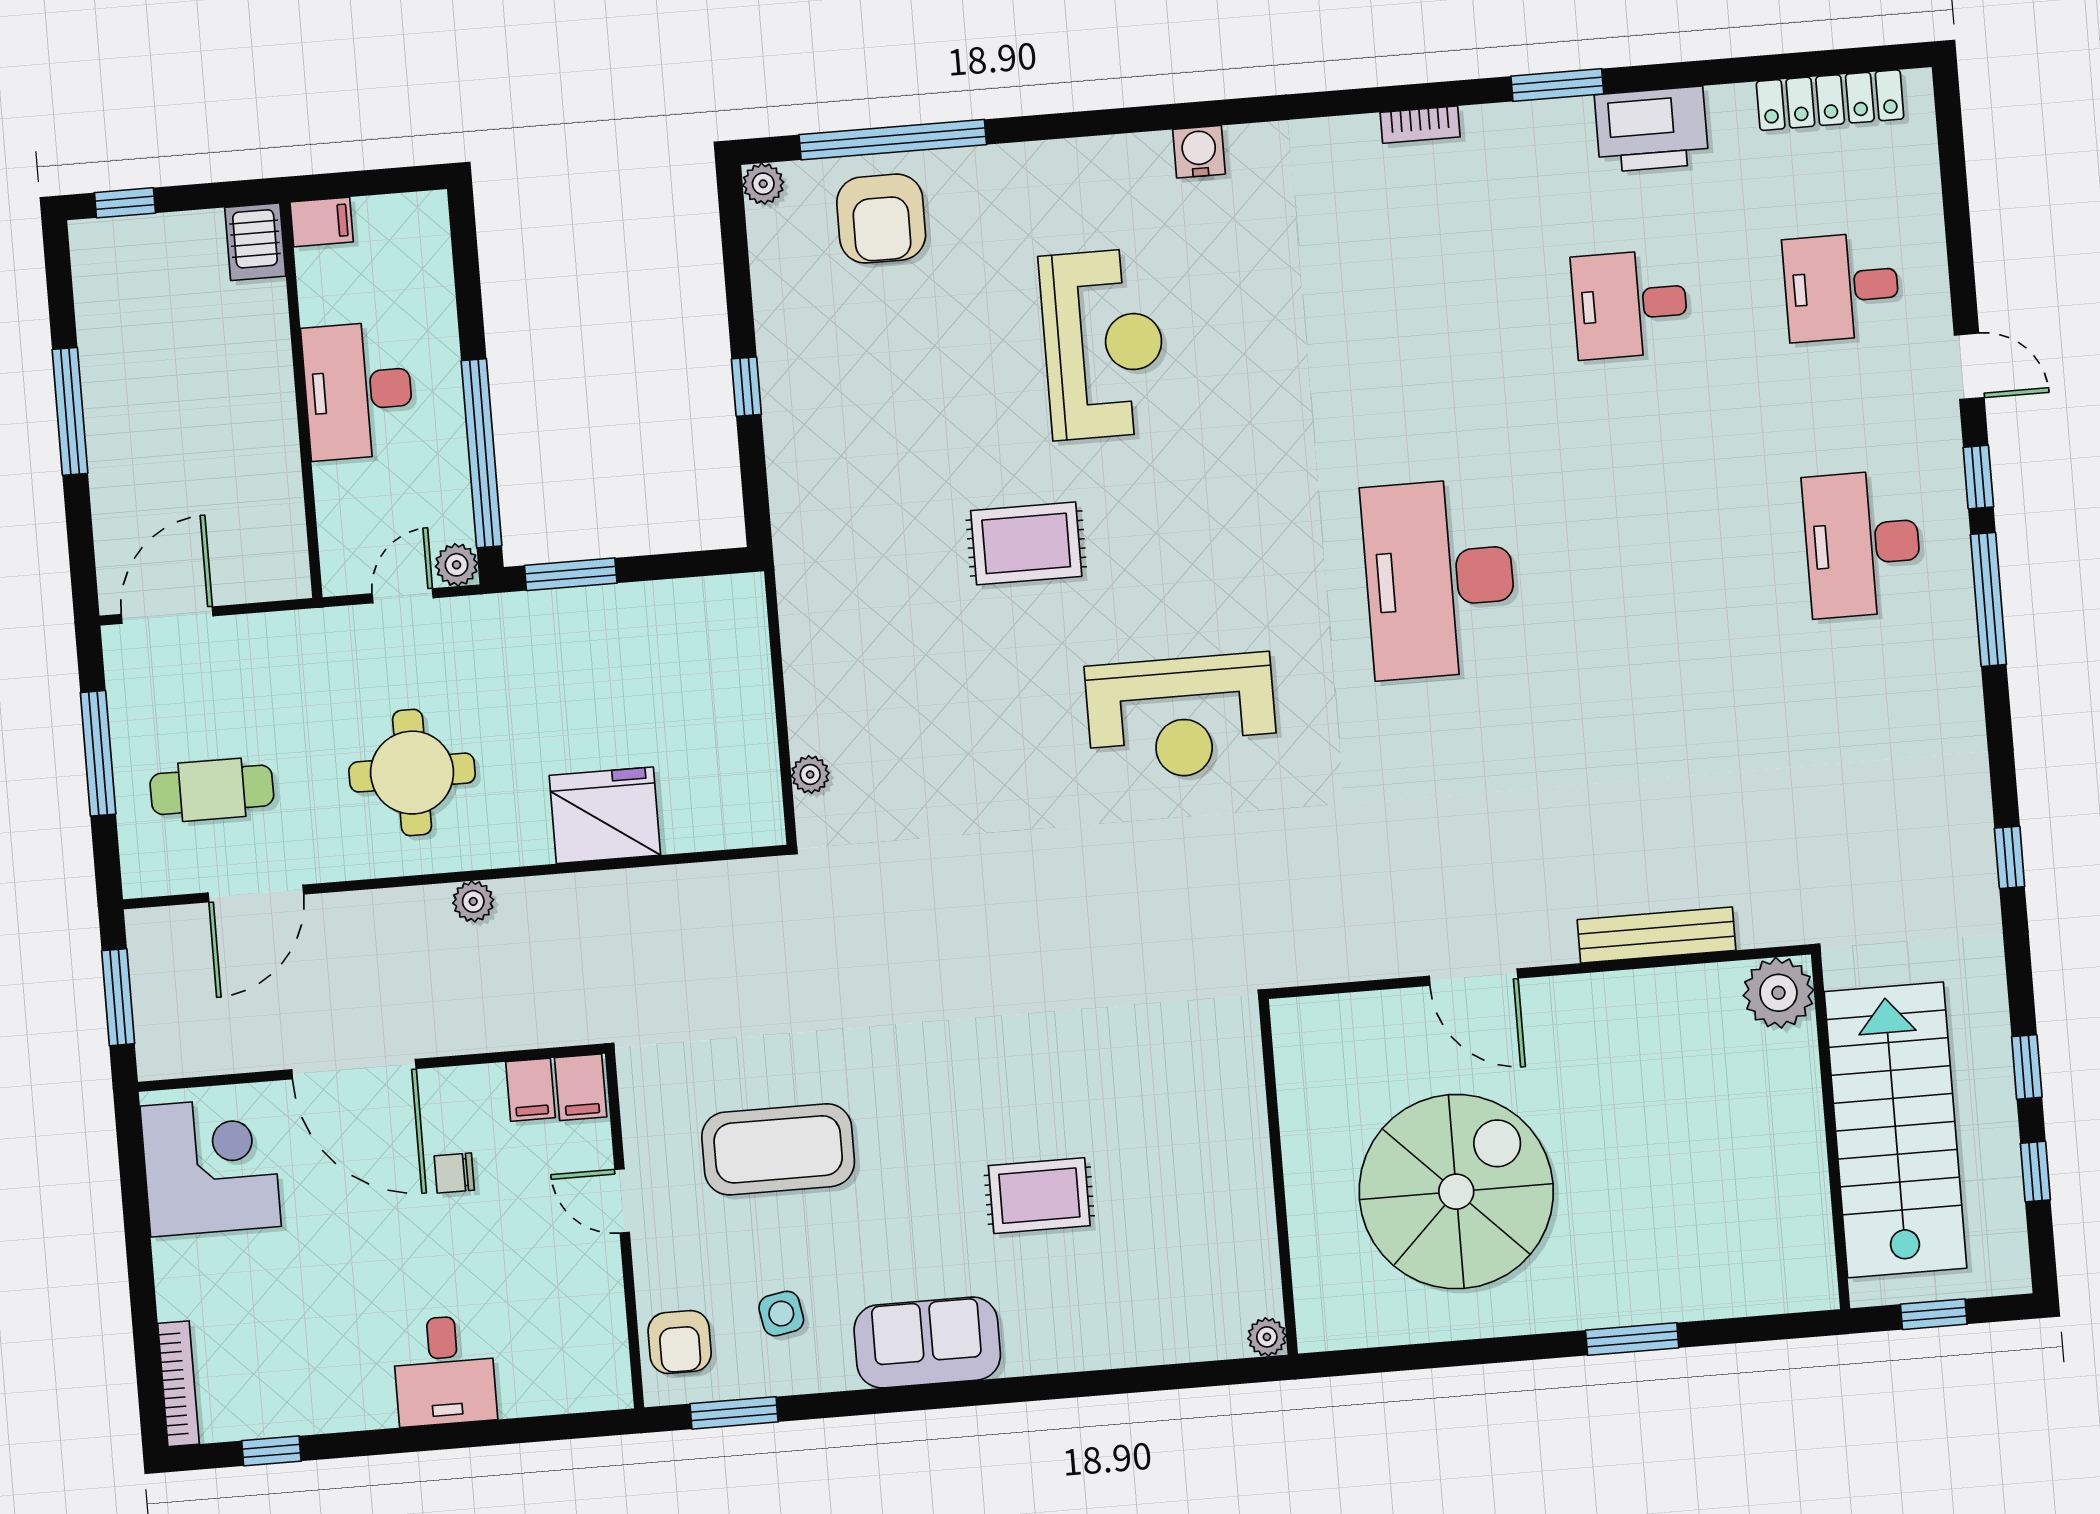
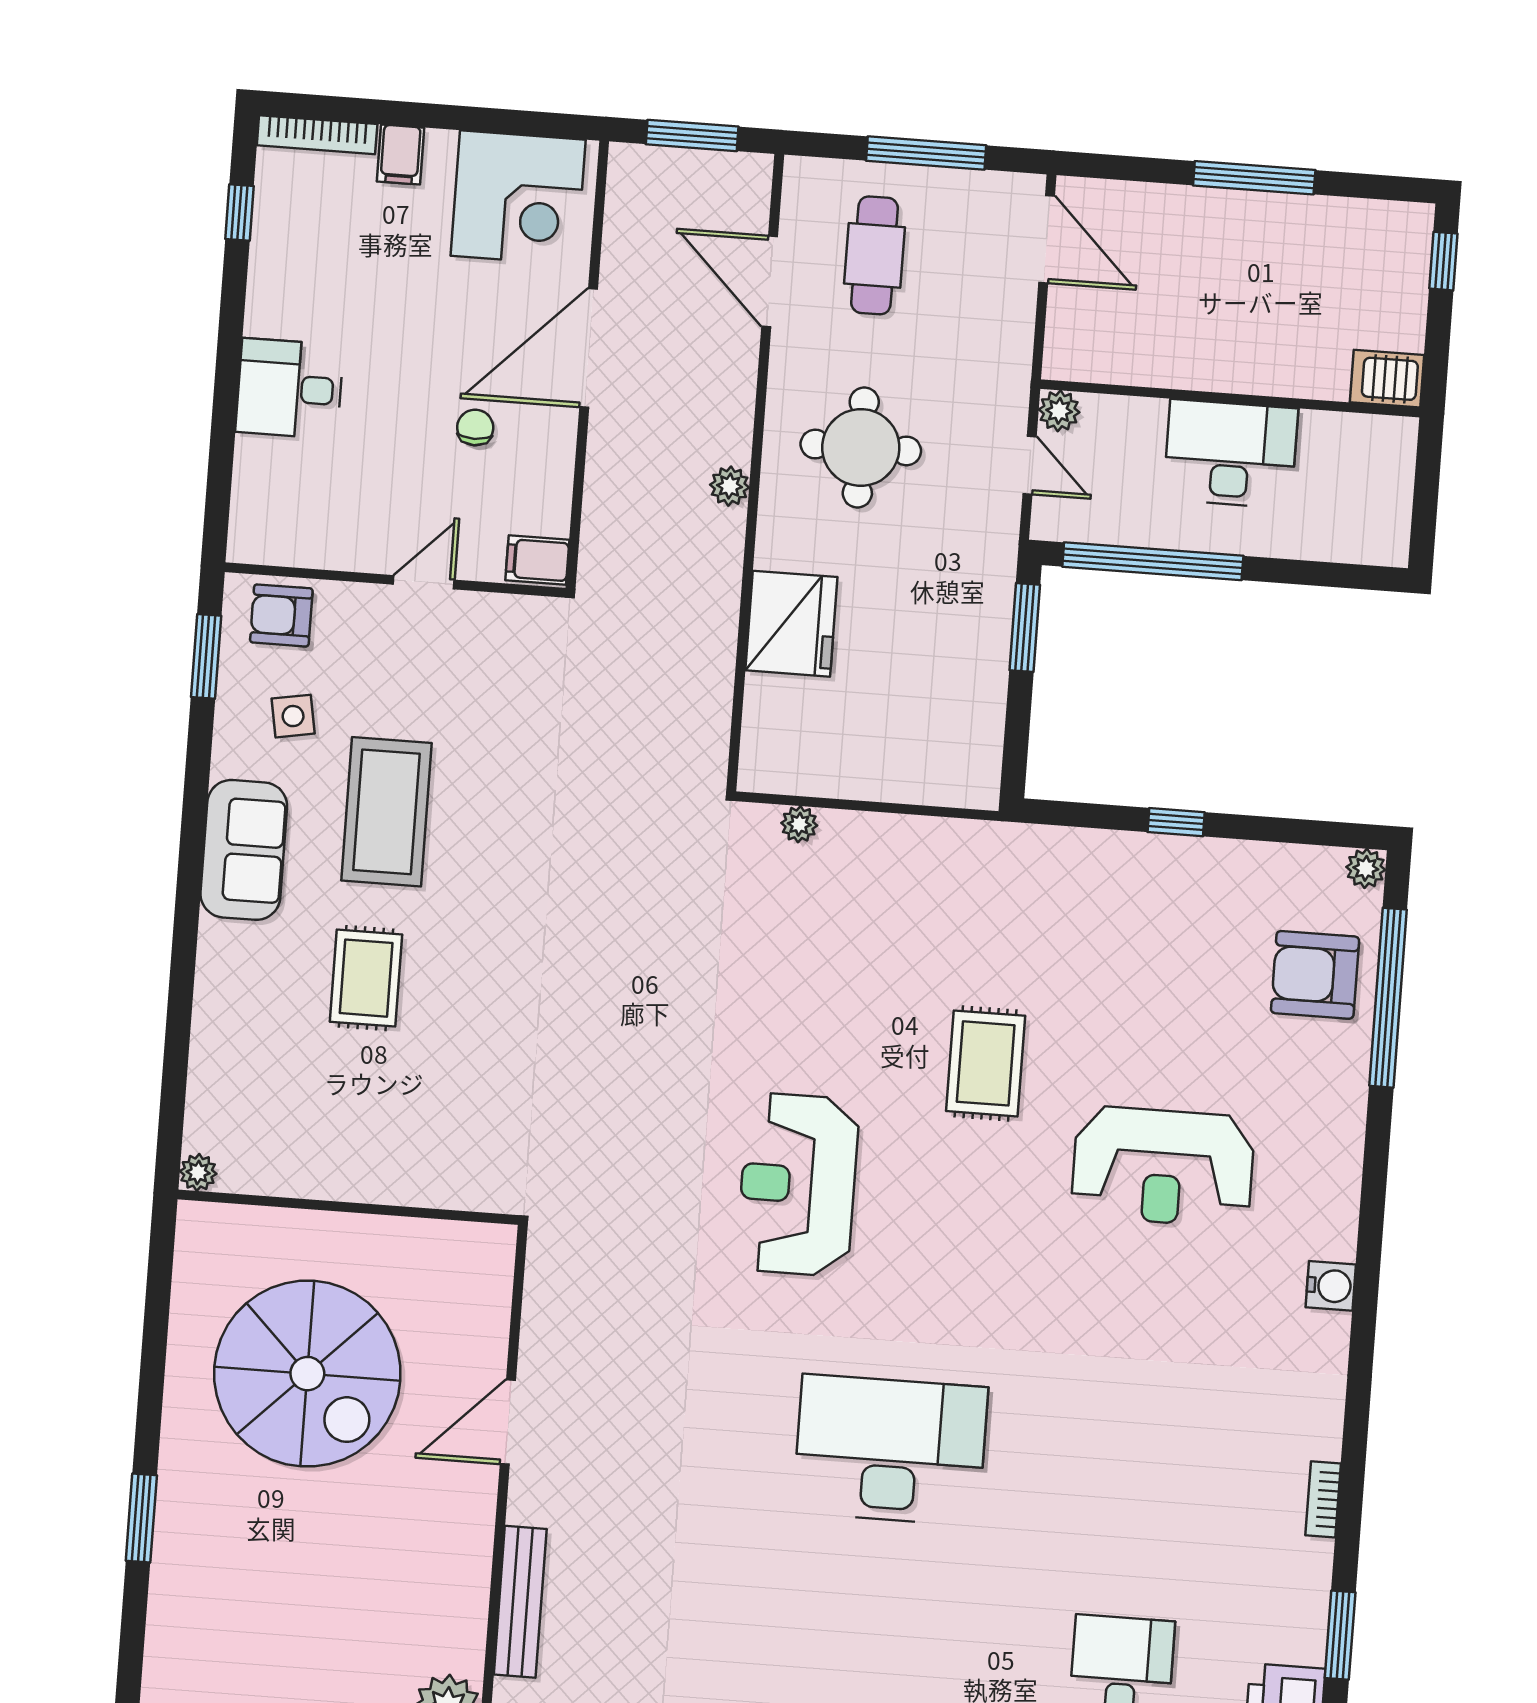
filing cabinet: (322, 222) -> (1396, 444), removed
plant: (457, 565) -> (1059, 411), moved
filing cabinet: (531, 1090) -> (400, 155), moved, turned -90
coffee table: (778, 1149) -> (387, 812), moved

